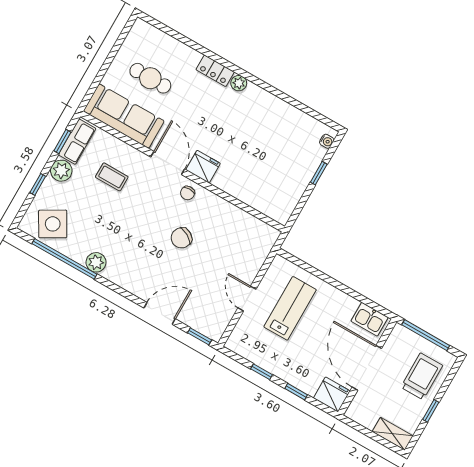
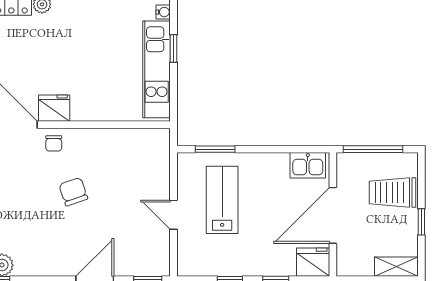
kitchen unit: (297, 182) -> (157, 69), added
chair: (181, 238) -> (73, 192), turned 131
window: (307, 267) -> (215, 149), added
door: (367, 368) -> (333, 215), hinge flipped
trolley: (422, 376) -> (393, 193), turned -90

